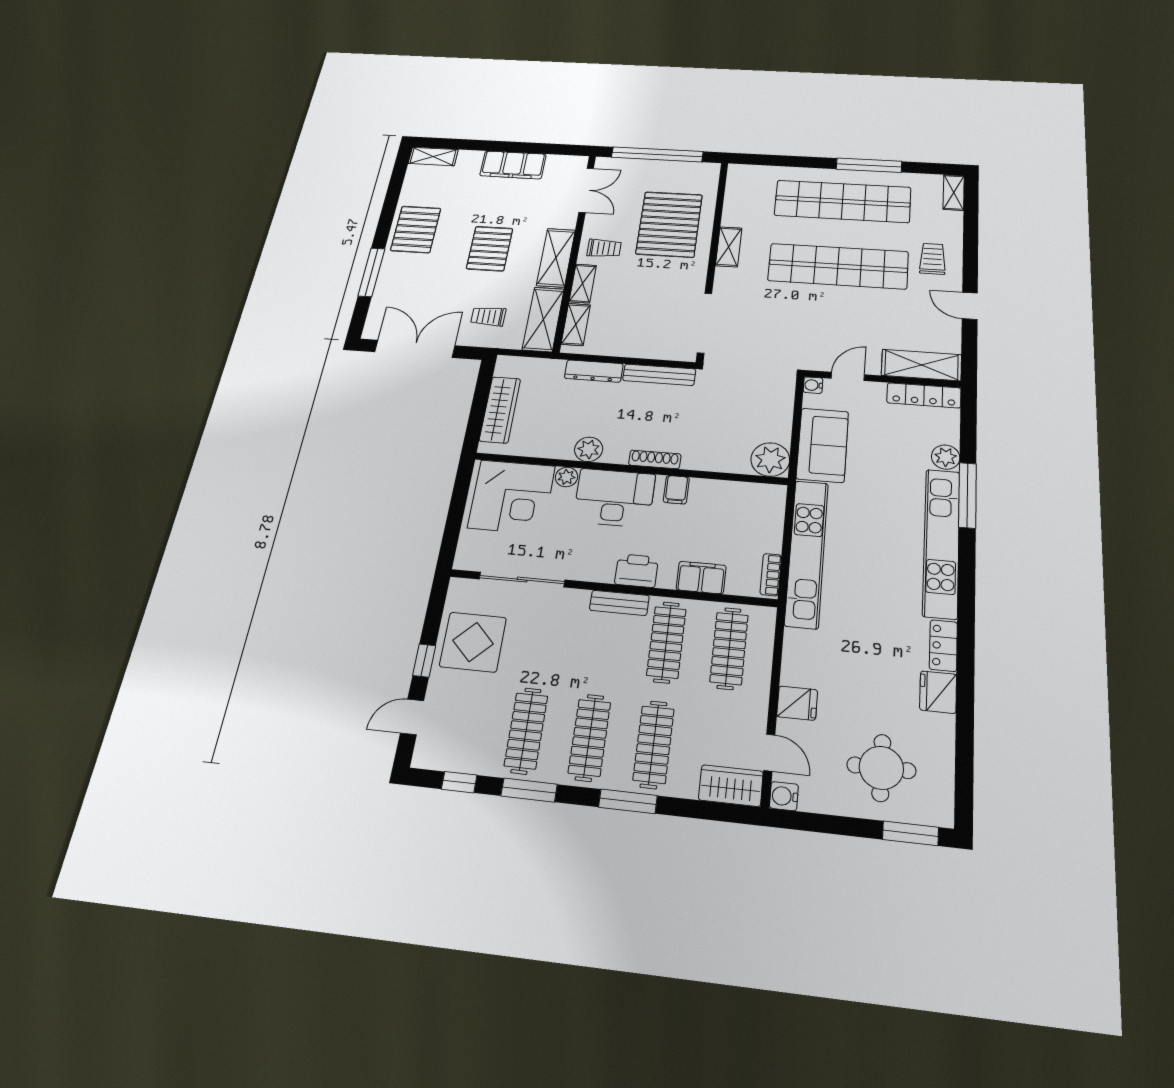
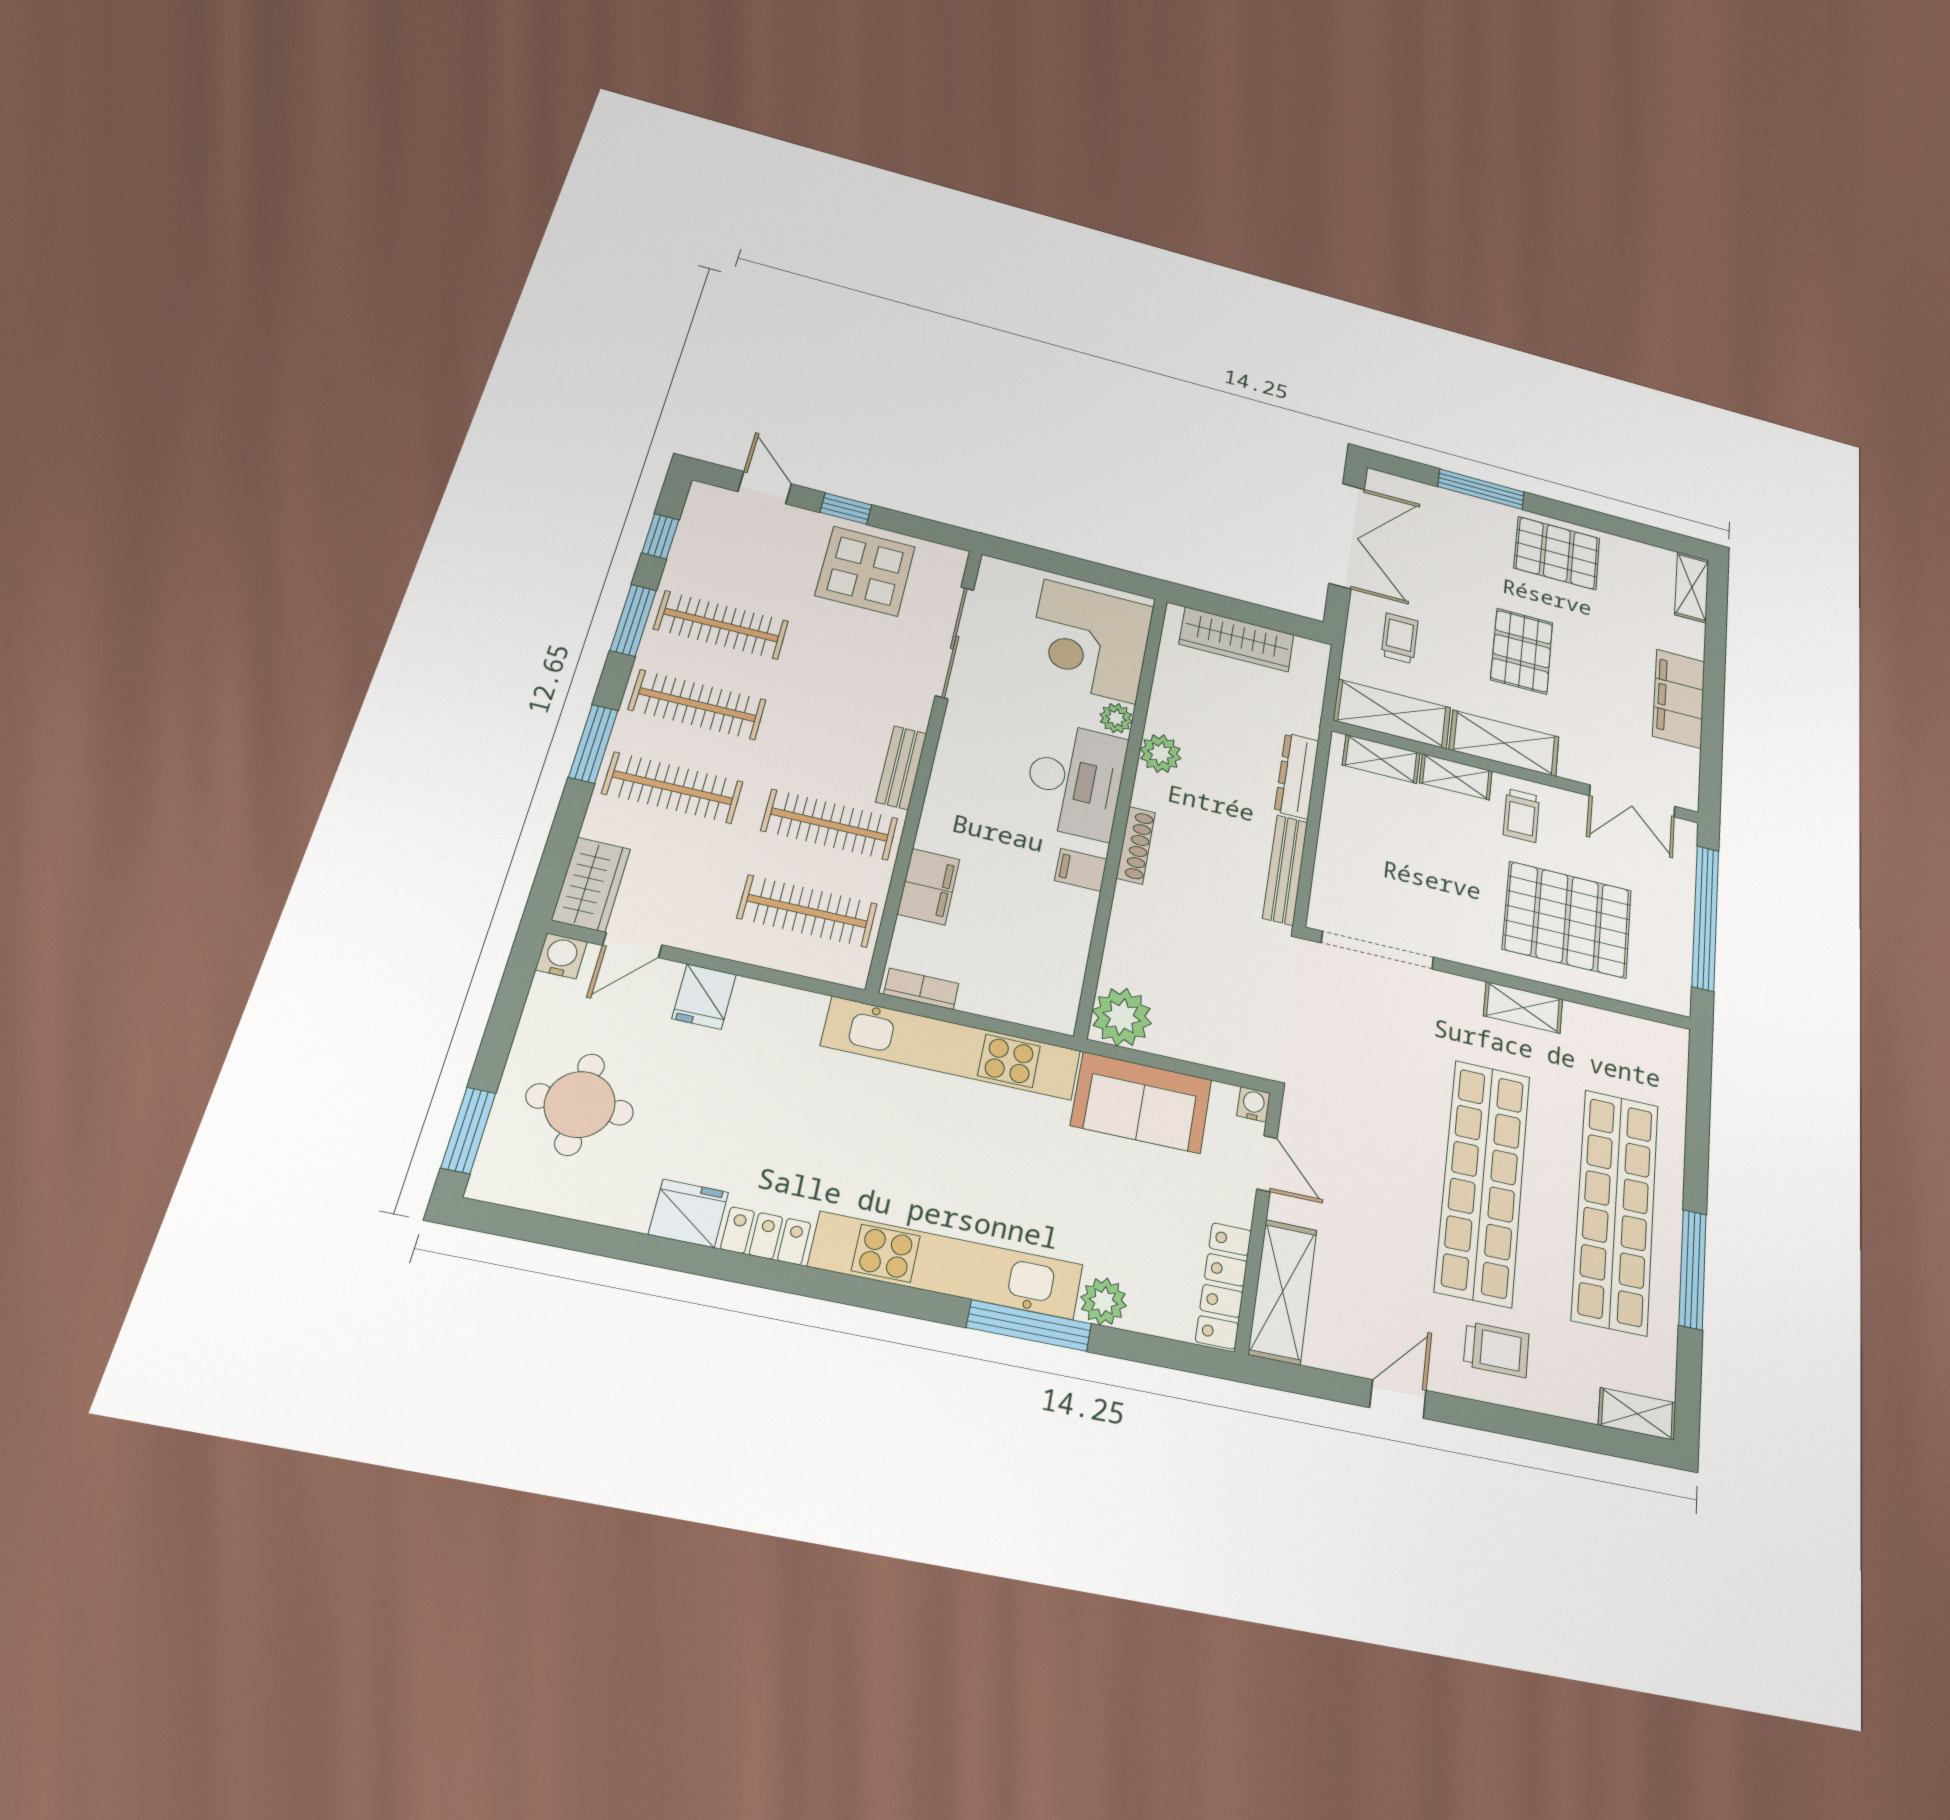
pallet: (490, 249) -> (1522, 651), turned 90
printer: (637, 571) -> (951, 797), removed

